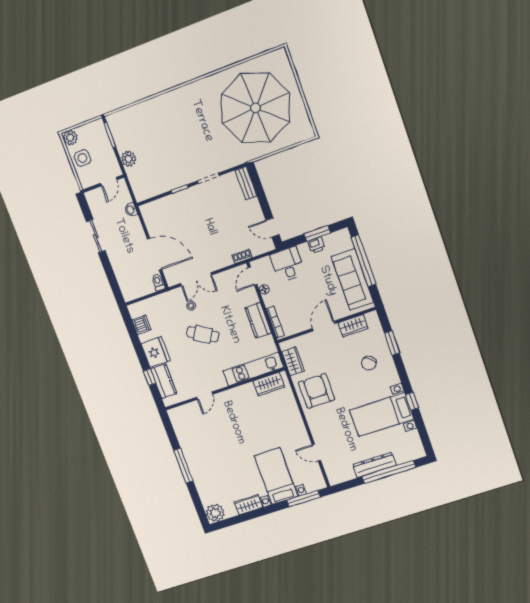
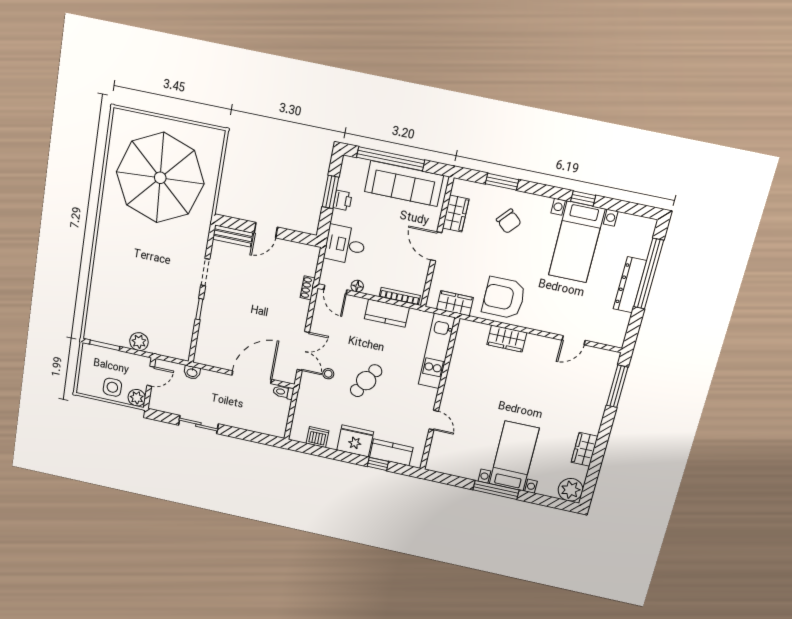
plant: (70, 138) -> (137, 398), moved
door: (109, 182) -> (151, 376), hinge flipped
door: (273, 228) -> (266, 230), moved
wardrobe: (269, 384) -> (507, 339), moved, turned 90
bed with nightstands: (276, 476) -> (514, 456), moved, turned 90

